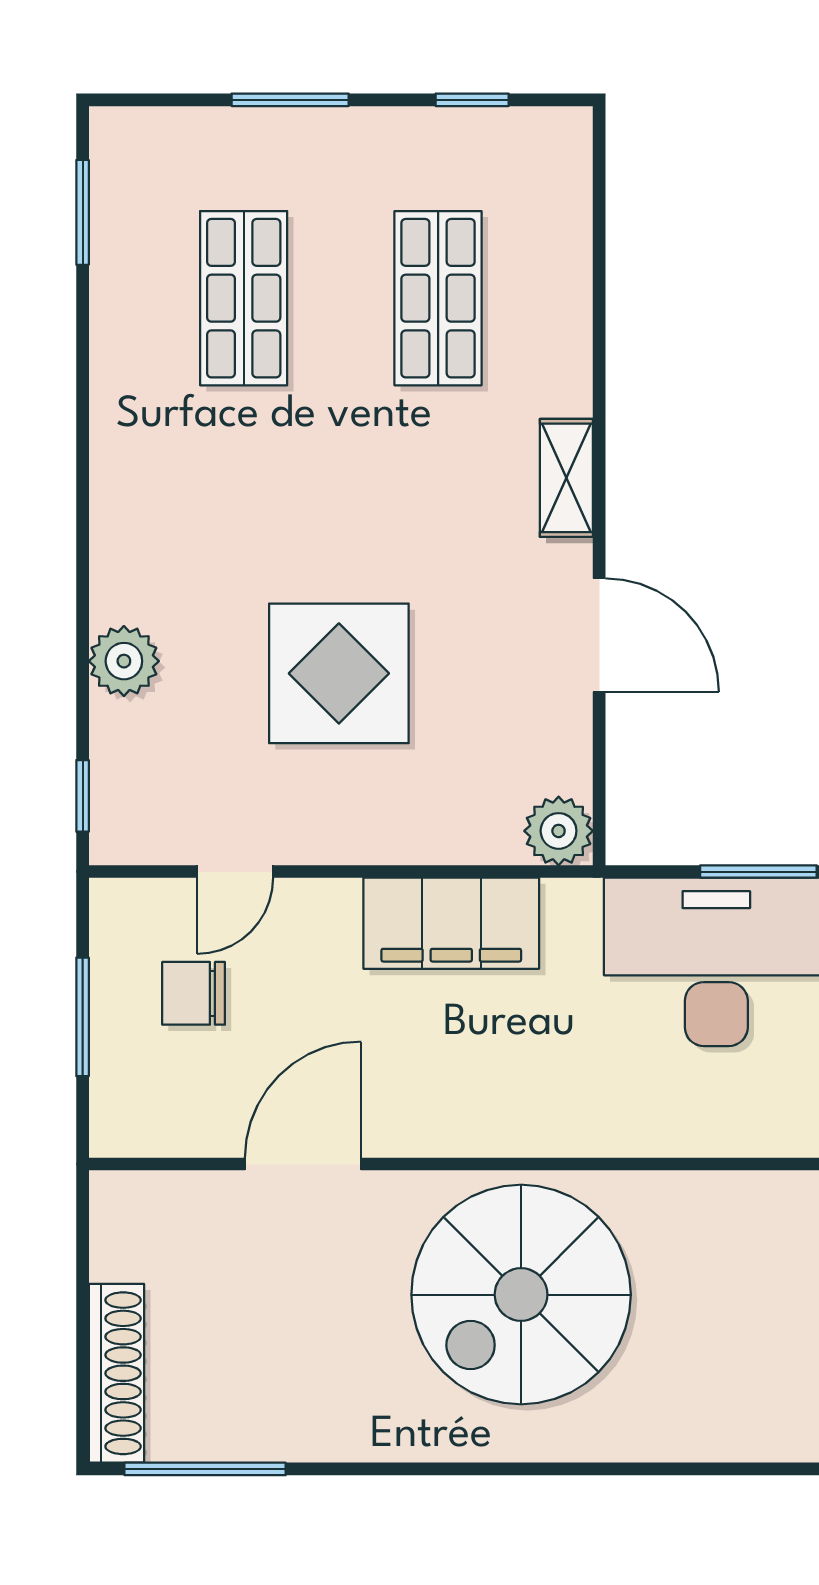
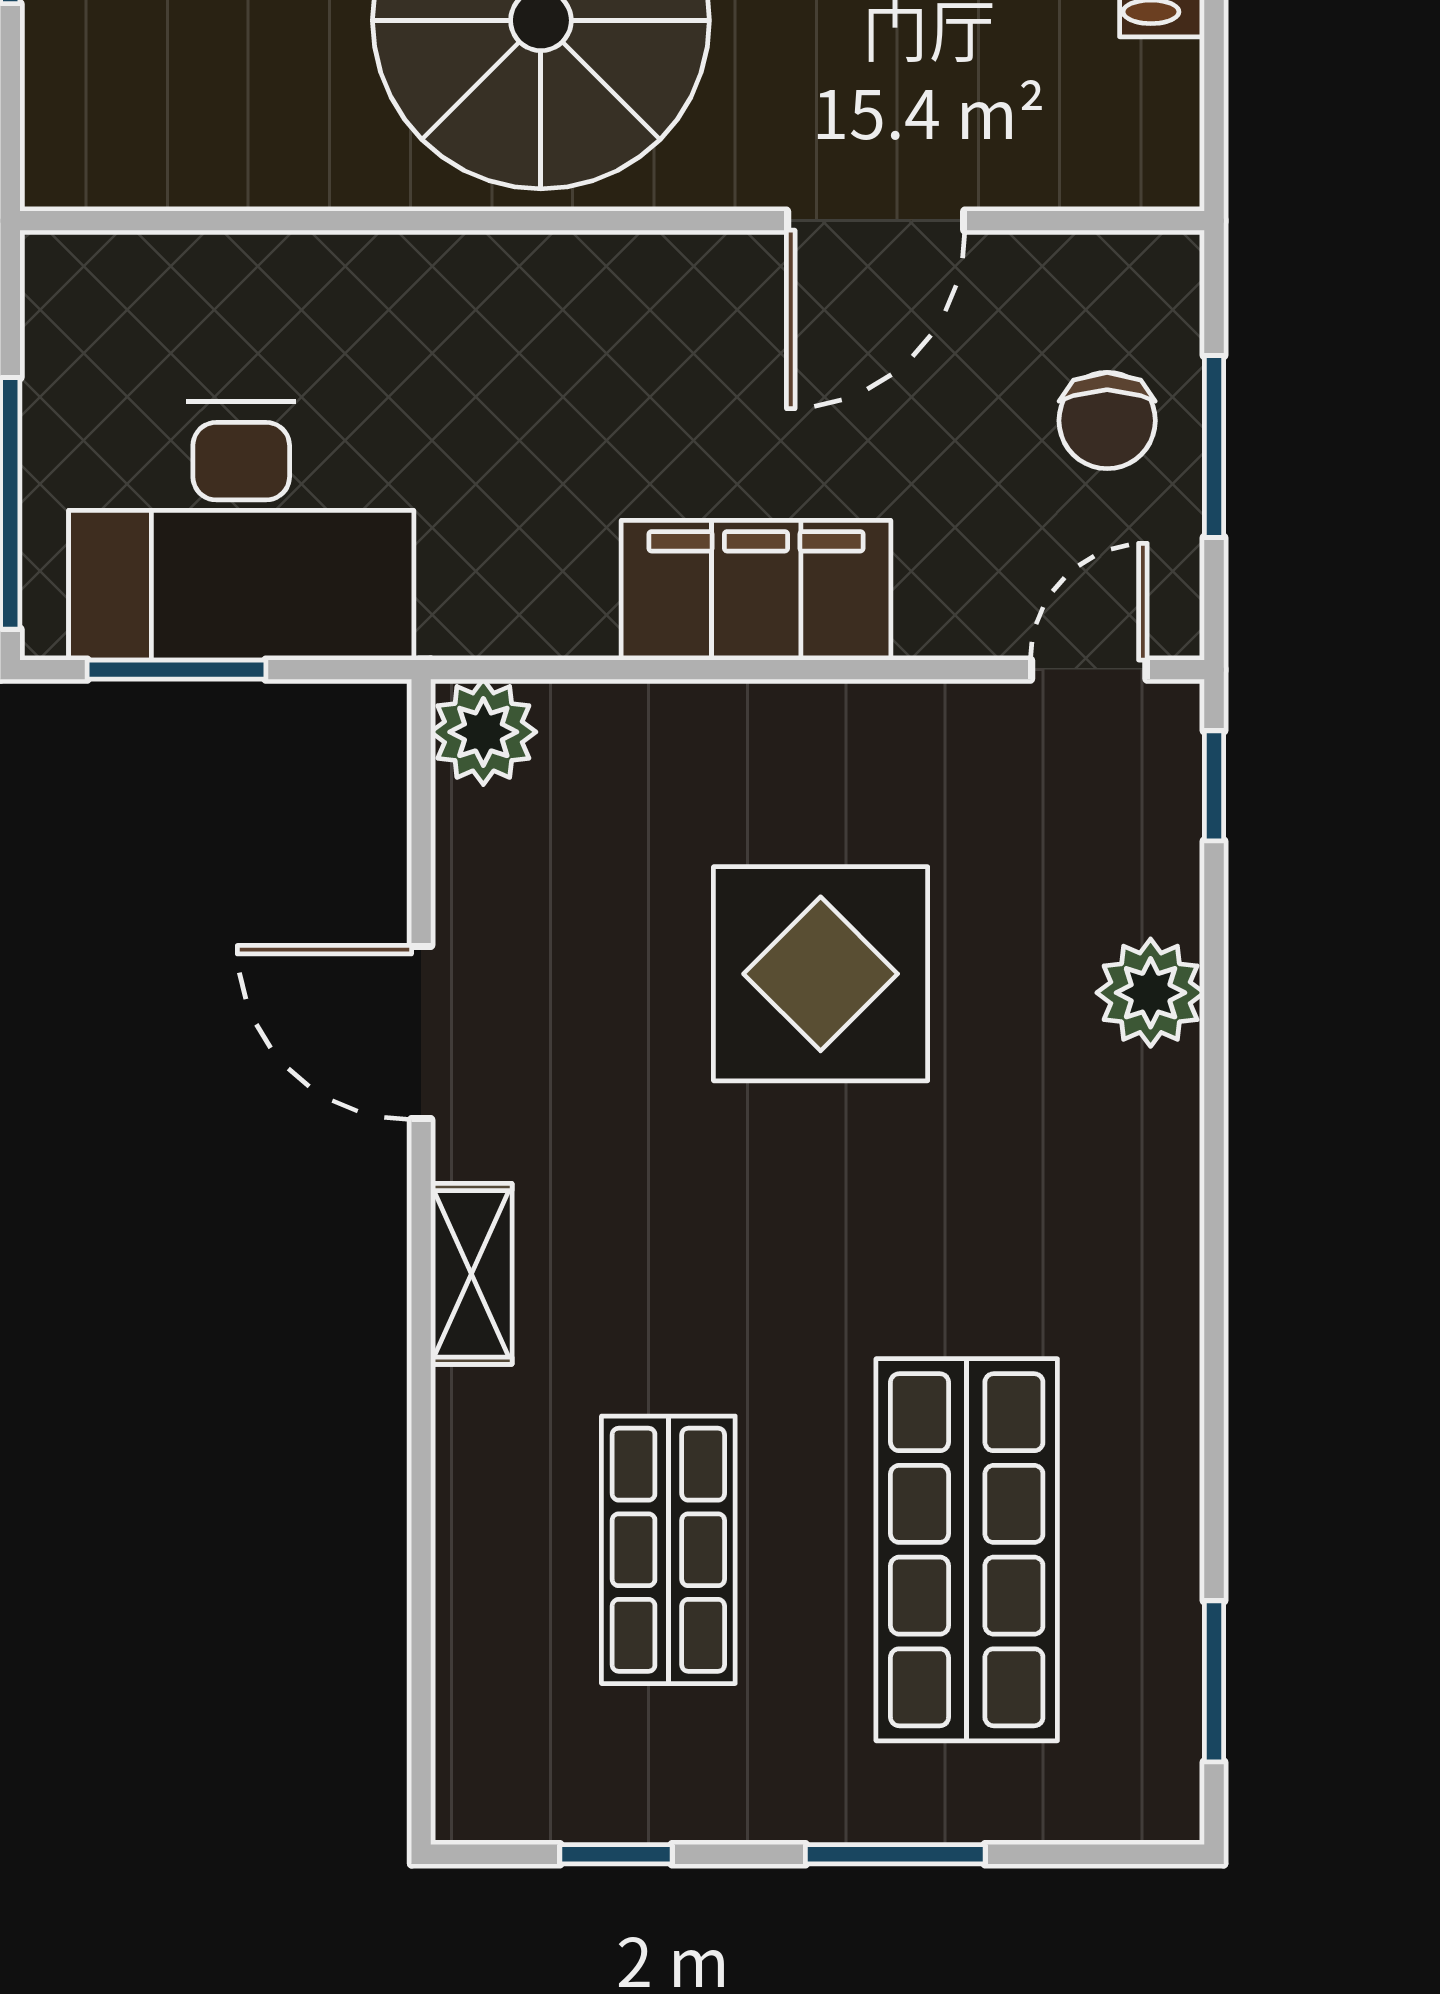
shop shelf: (244, 298) -> (967, 1550), width x1.43, depth x1.36
door: (235, 872) -> (1089, 670), moved
filing cabinet: (451, 923) -> (756, 590), moved
chair: (194, 993) -> (1107, 421), moved, turned 90

